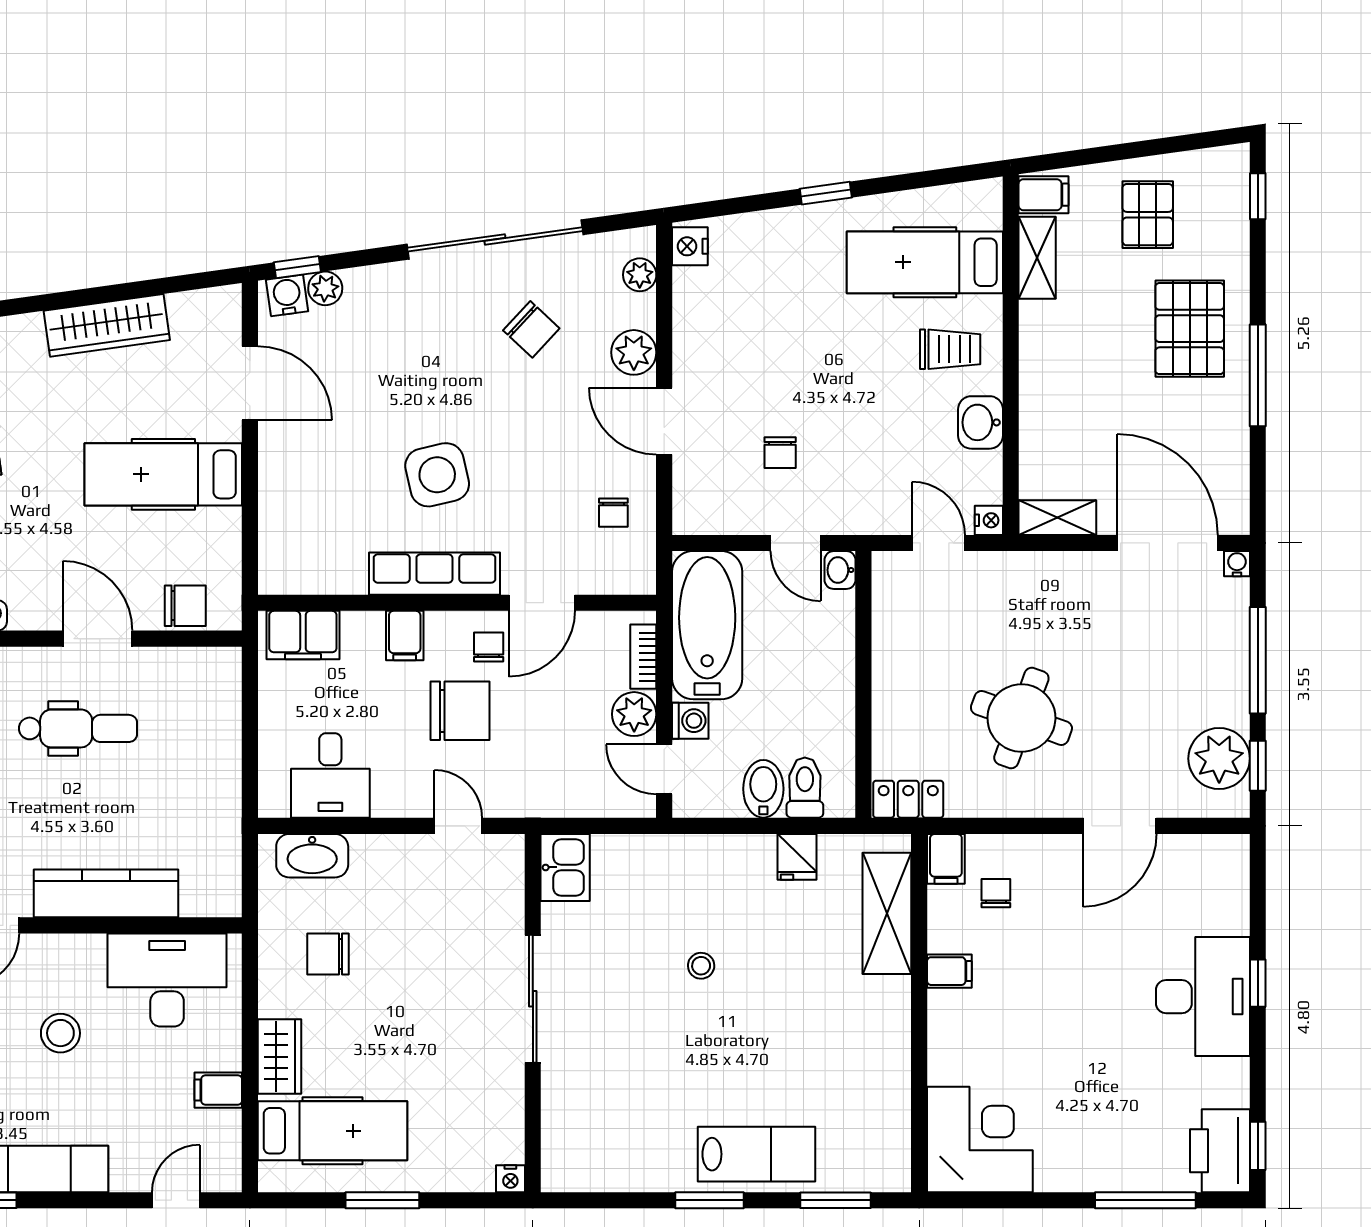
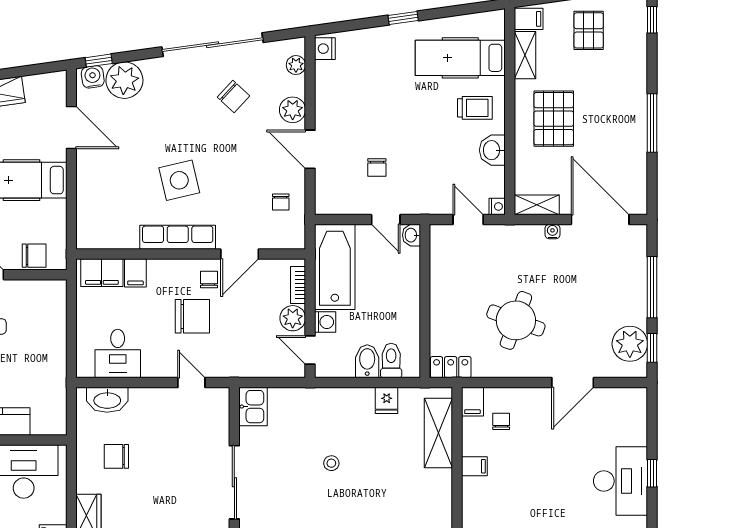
plant: (325, 288) -> (124, 80), width x1.88, depth x1.88
pallet: (1190, 329) -> (554, 119), moved
water cooler: (1237, 564) -> (552, 232), moved
filing cabinet: (405, 636) -> (135, 273), moved

